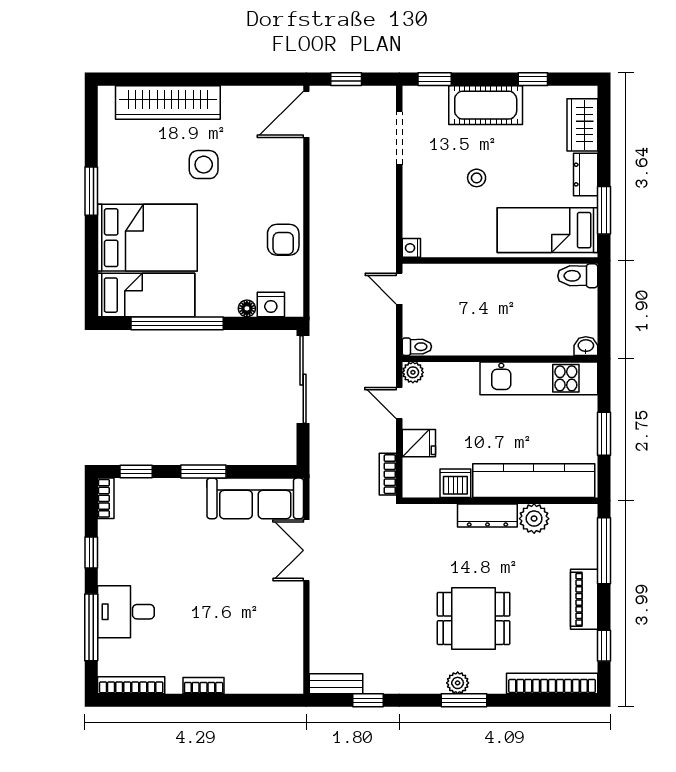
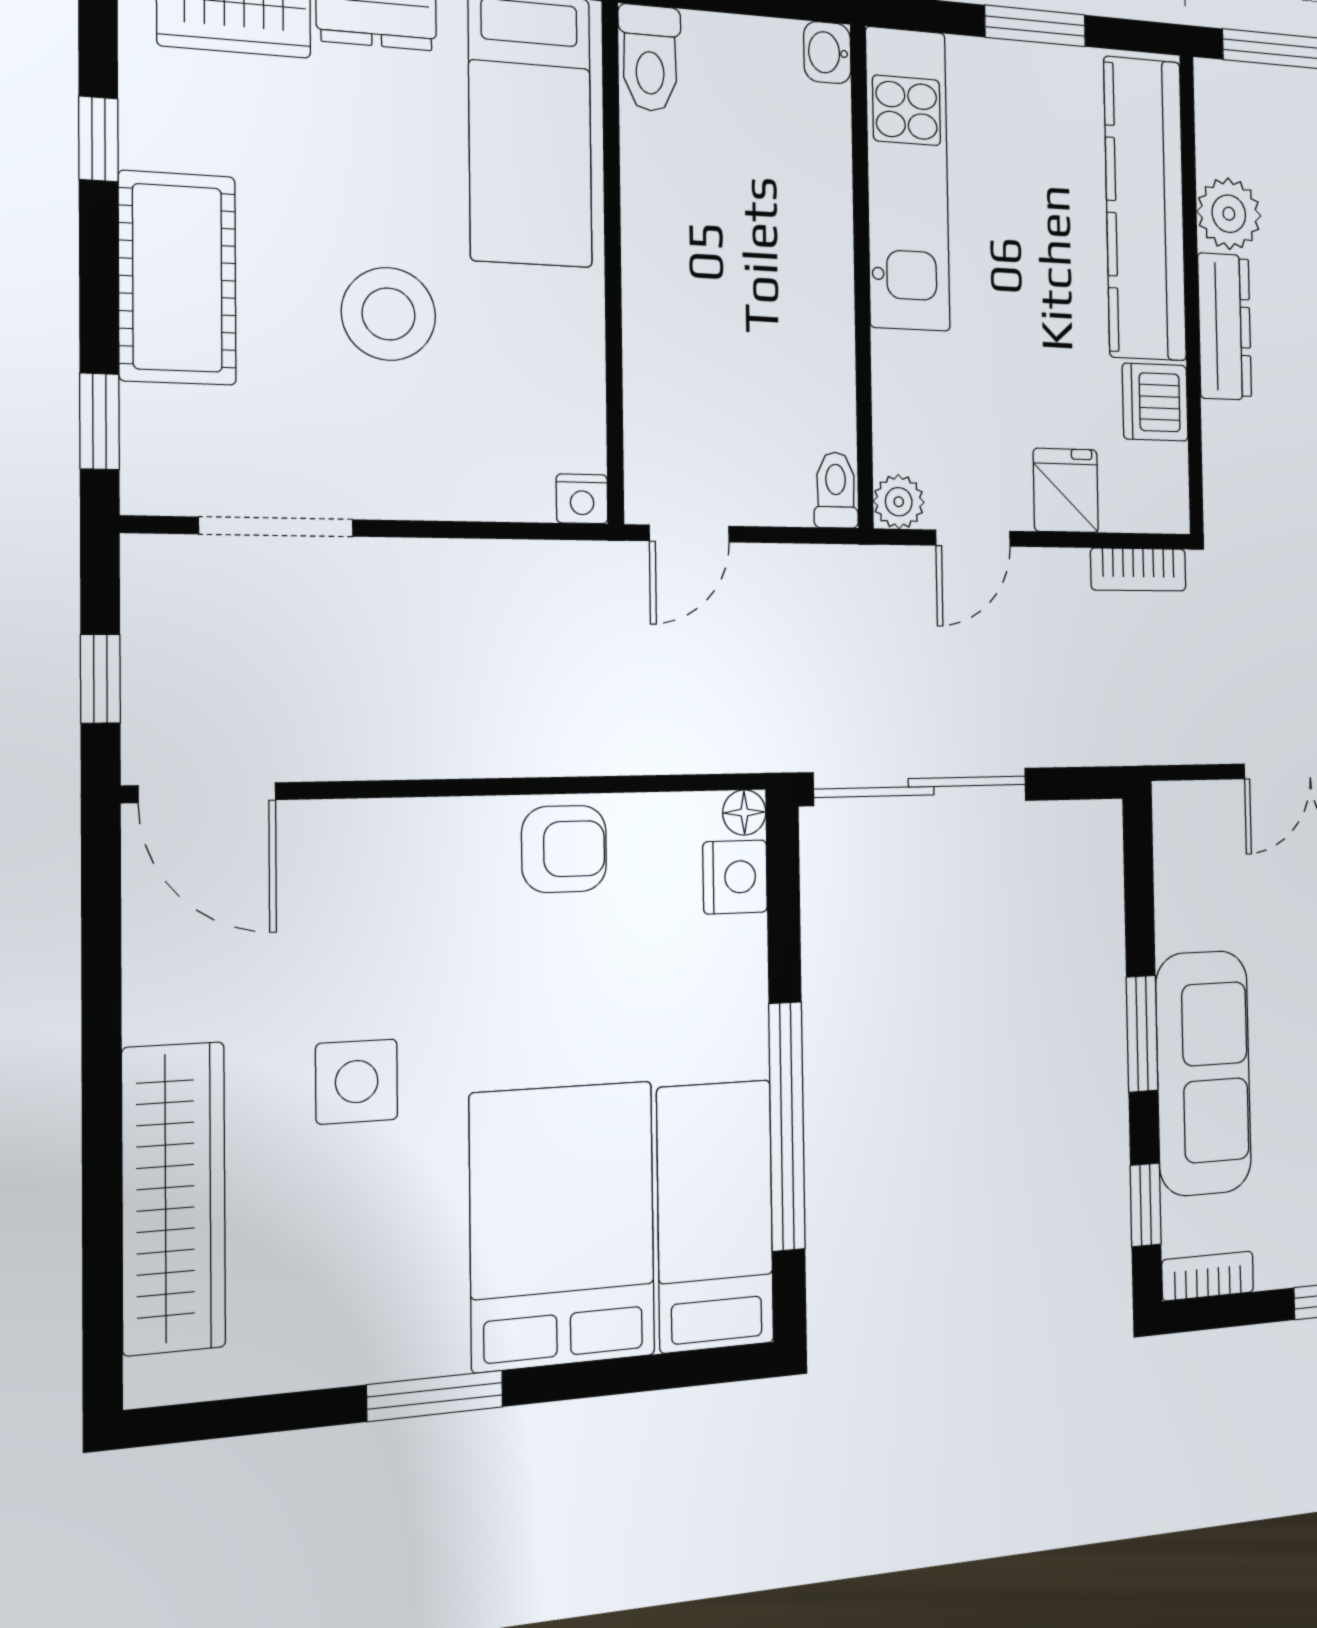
stool: (477, 178) -> (389, 314), width x1.89, depth x1.89
floor lamp: (247, 308) -> (744, 812), moved
sofa: (255, 498) -> (1204, 1073), moved

